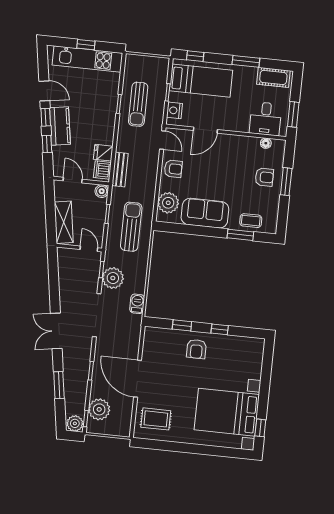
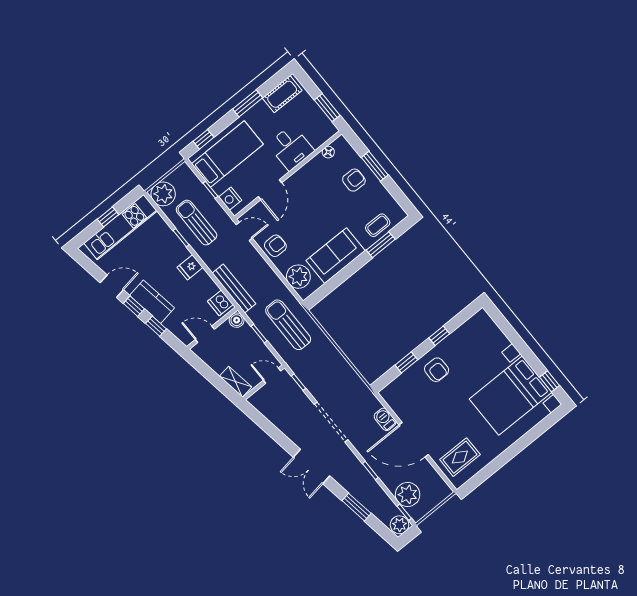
sun lounger: (138, 104) -> (197, 223), turned 180
desk: (265, 119) -> (291, 147), moved
fridge: (103, 153) -> (190, 267), moved
bench: (120, 170) -> (234, 289), width x1.36
shelving: (64, 222) -> (235, 382), width x0.67, depth x0.75
plant: (113, 278) -> (163, 194), moved
barbecue: (137, 304) -> (385, 419), moved

